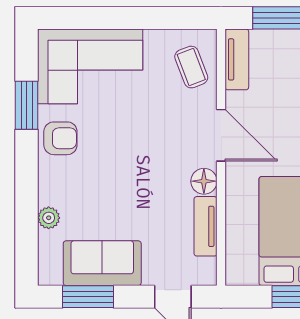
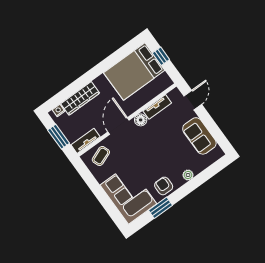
plant: (49, 218) -> (188, 175), moved
window: (88, 297) -> (216, 132), removed

